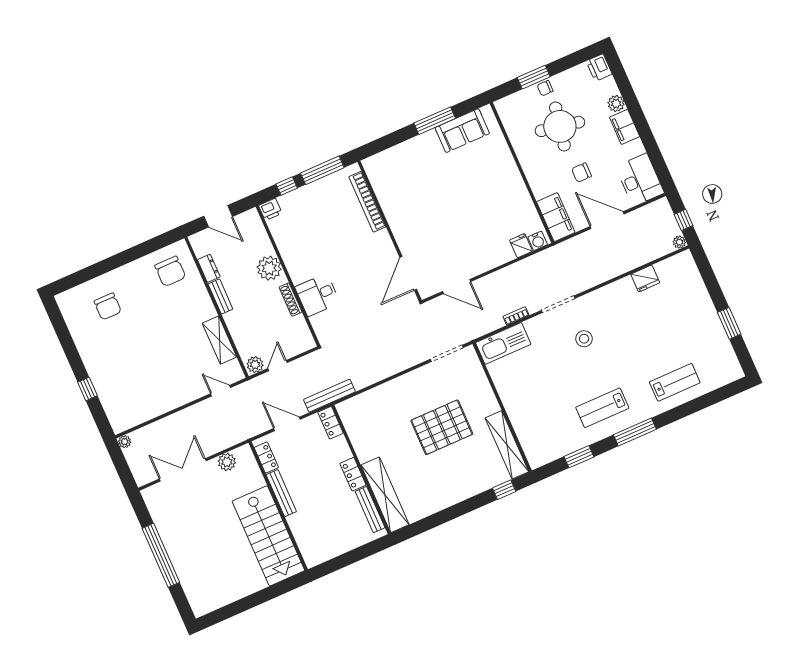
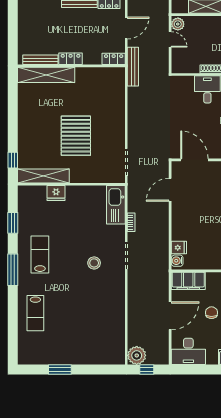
plant: (679, 242) -> (137, 355), width x1.87, depth x1.87
fridge: (645, 278) -> (56, 193), moved, turned -90

